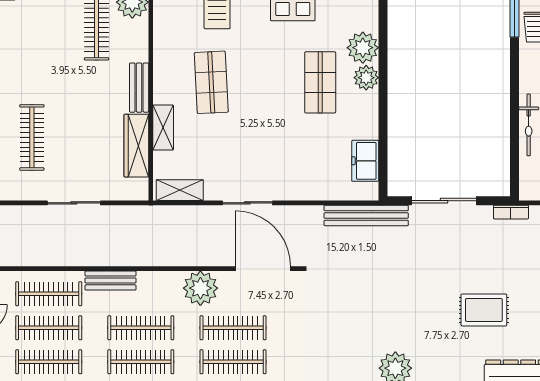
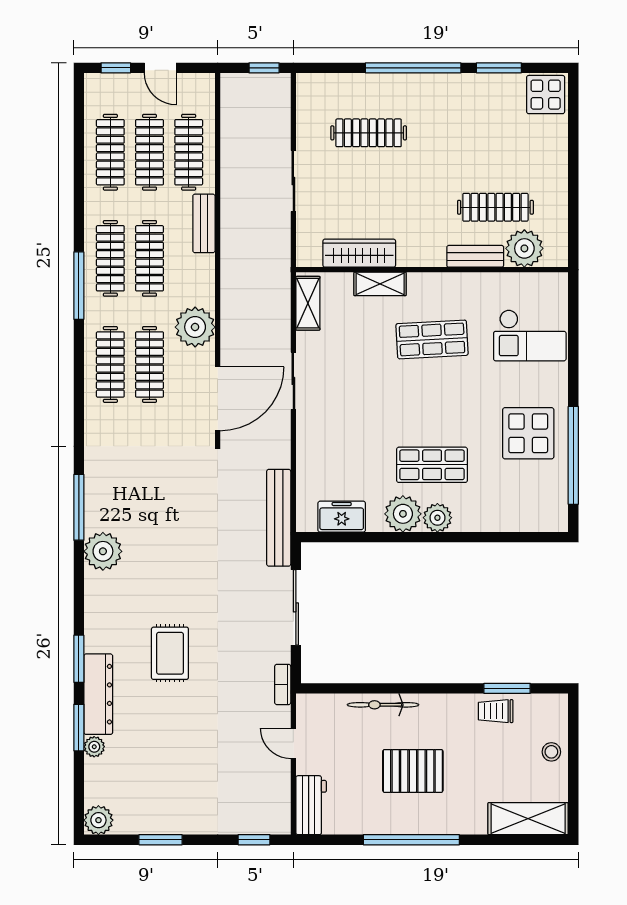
plant: (363, 48) -> (403, 514), moved
bench: (139, 88) -> (475, 256), moved

